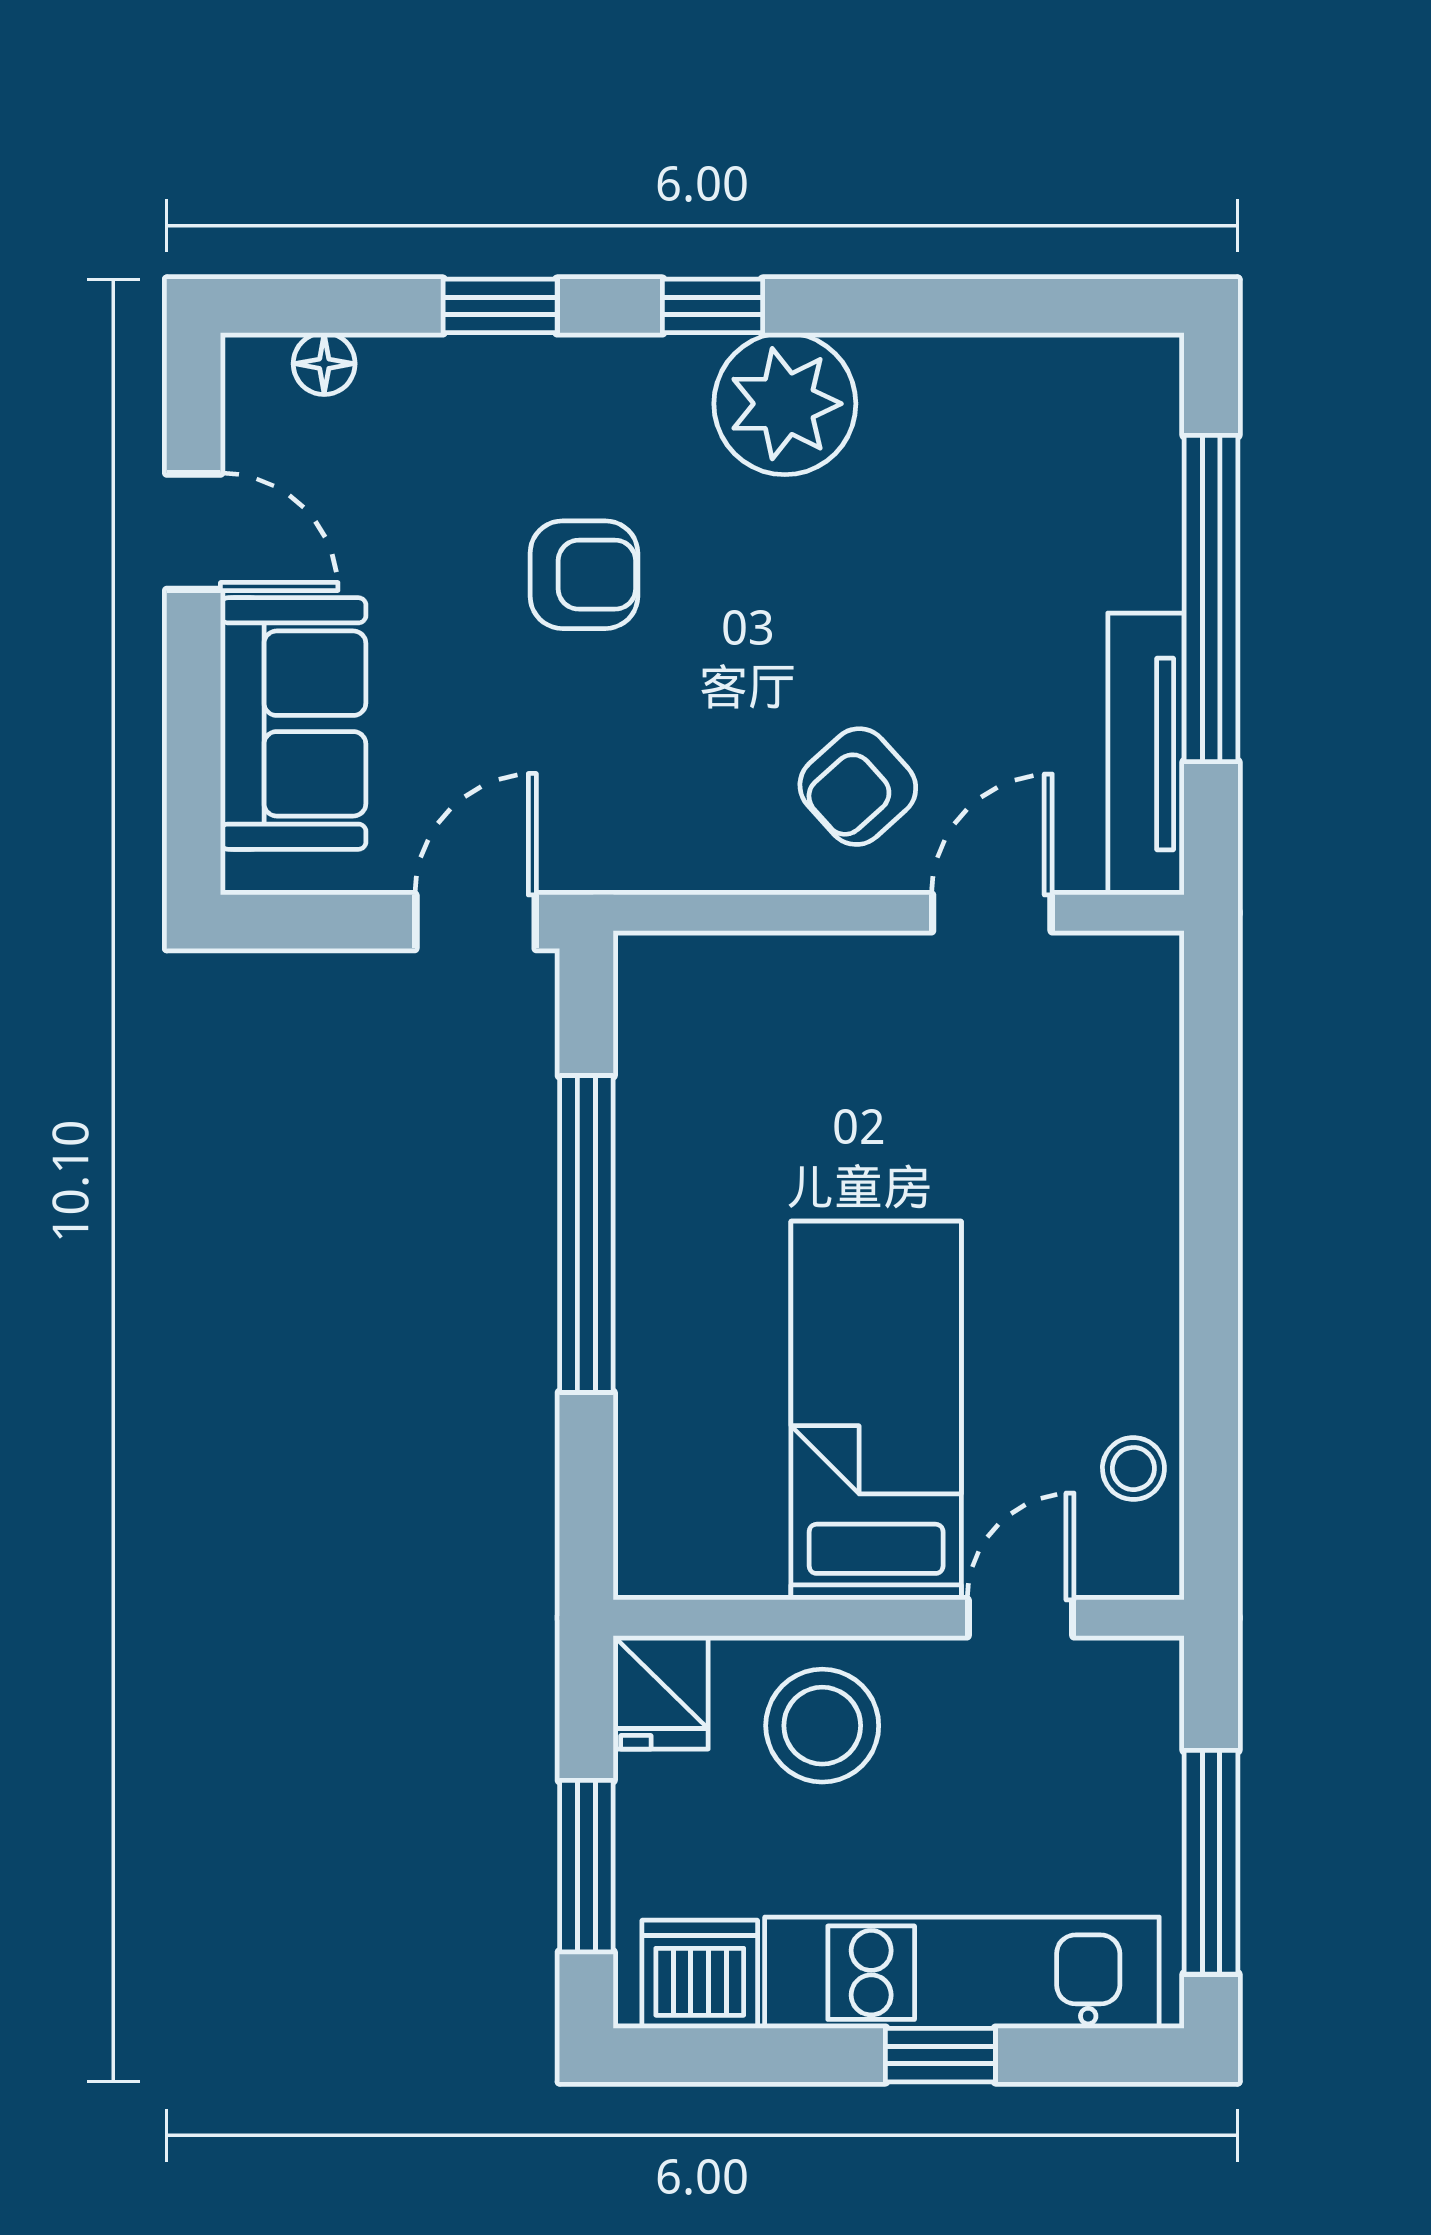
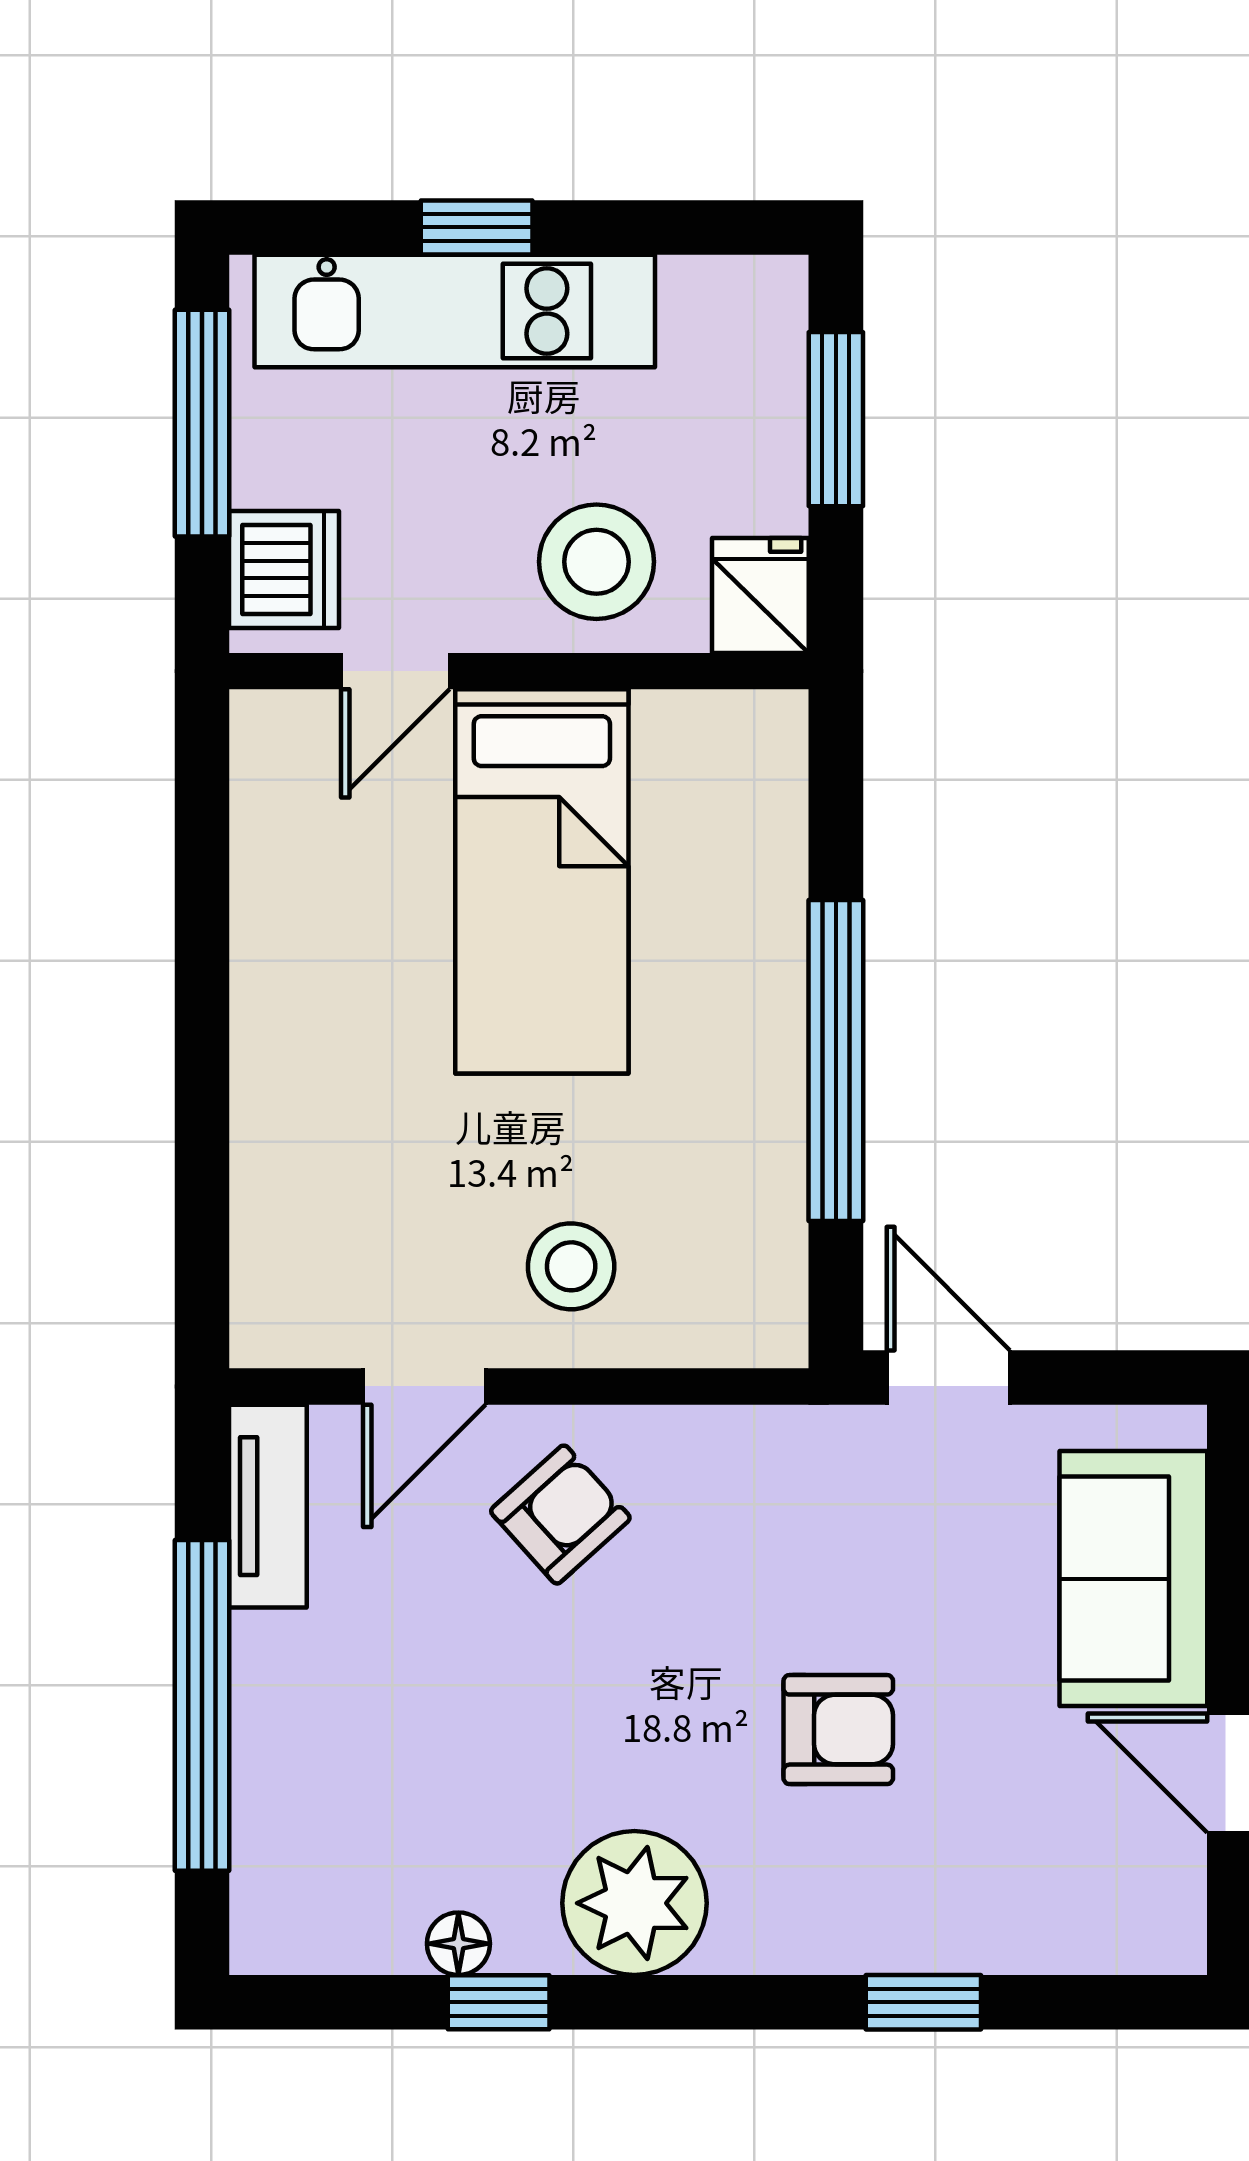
window: (712, 306) -> (499, 2002), moved
floor lamp: (324, 364) -> (458, 1944), moved
armchair: (584, 575) -> (838, 1730), turned 180
tv unit: (1146, 754) -> (268, 1506), width x0.71
door: (476, 922) -> (948, 1377), swing flipped
stool: (1133, 1469) -> (571, 1266), moved, width x1.37, depth x1.37
dishwasher: (700, 1974) -> (284, 569), moved, turned -90

